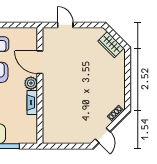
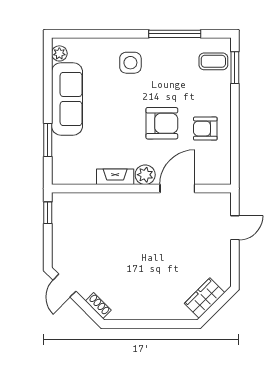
door: (103, 135) -> (64, 286), hinge flipped
window: (56, 146) -> (48, 213), added

